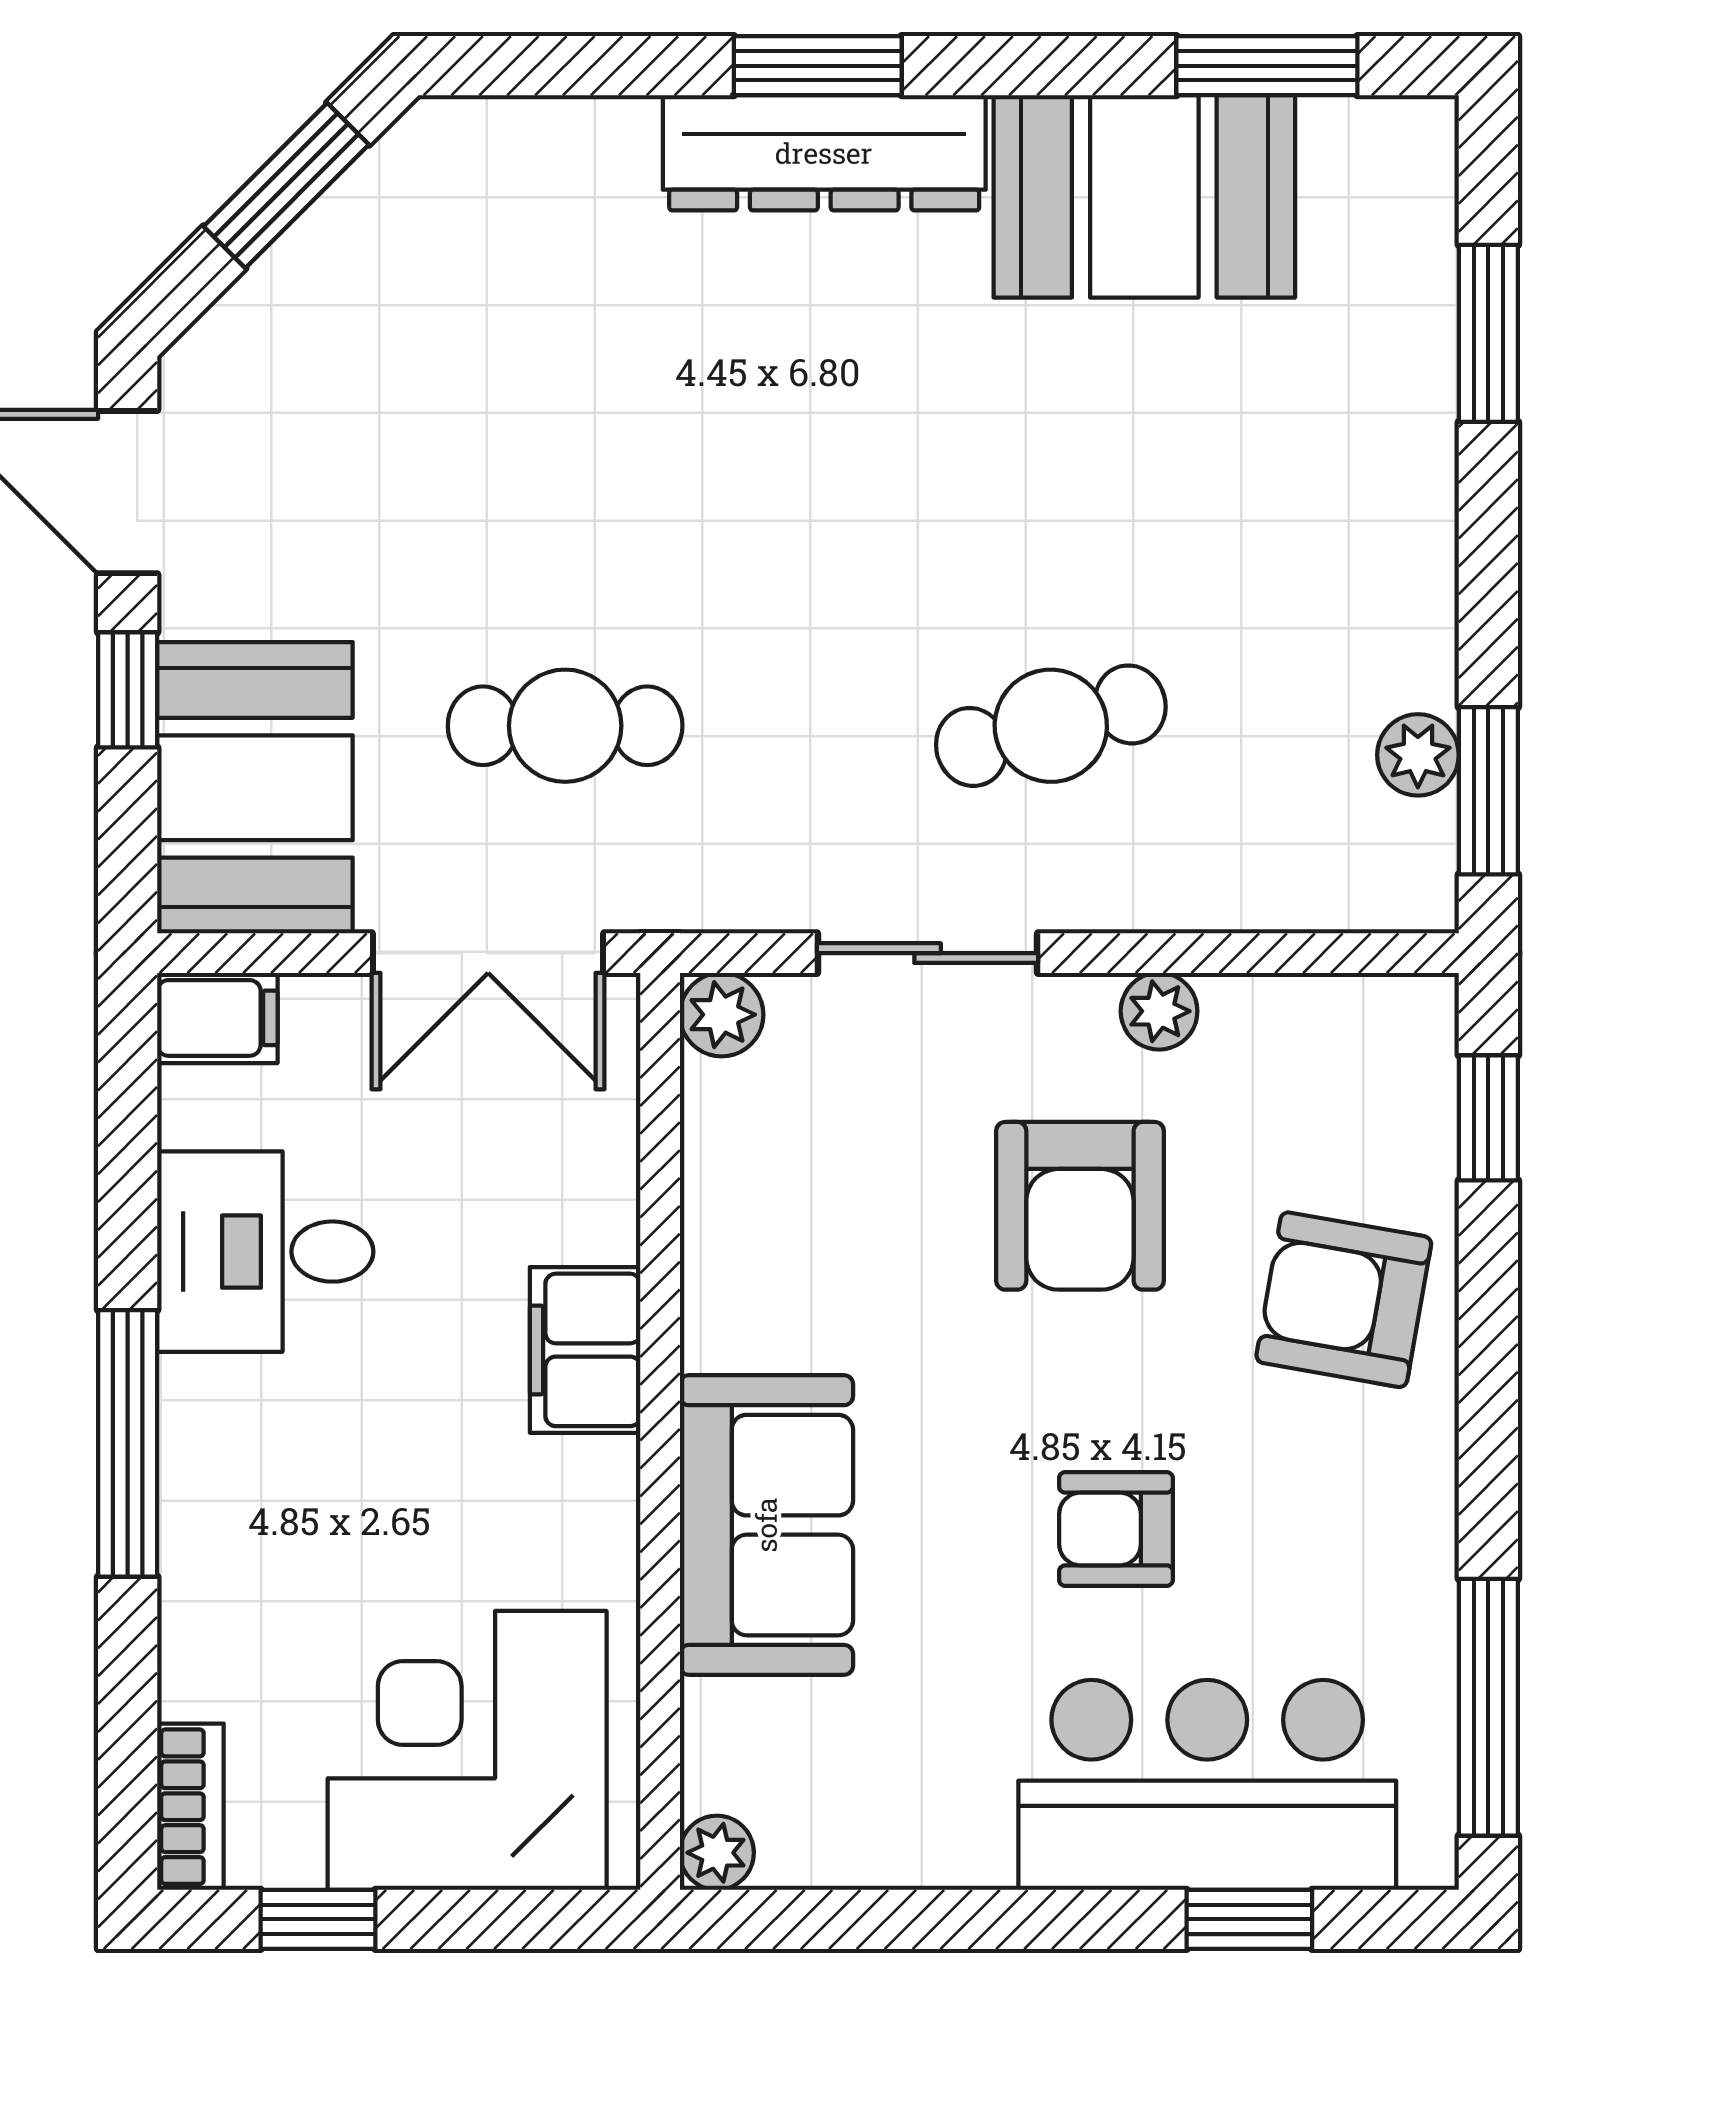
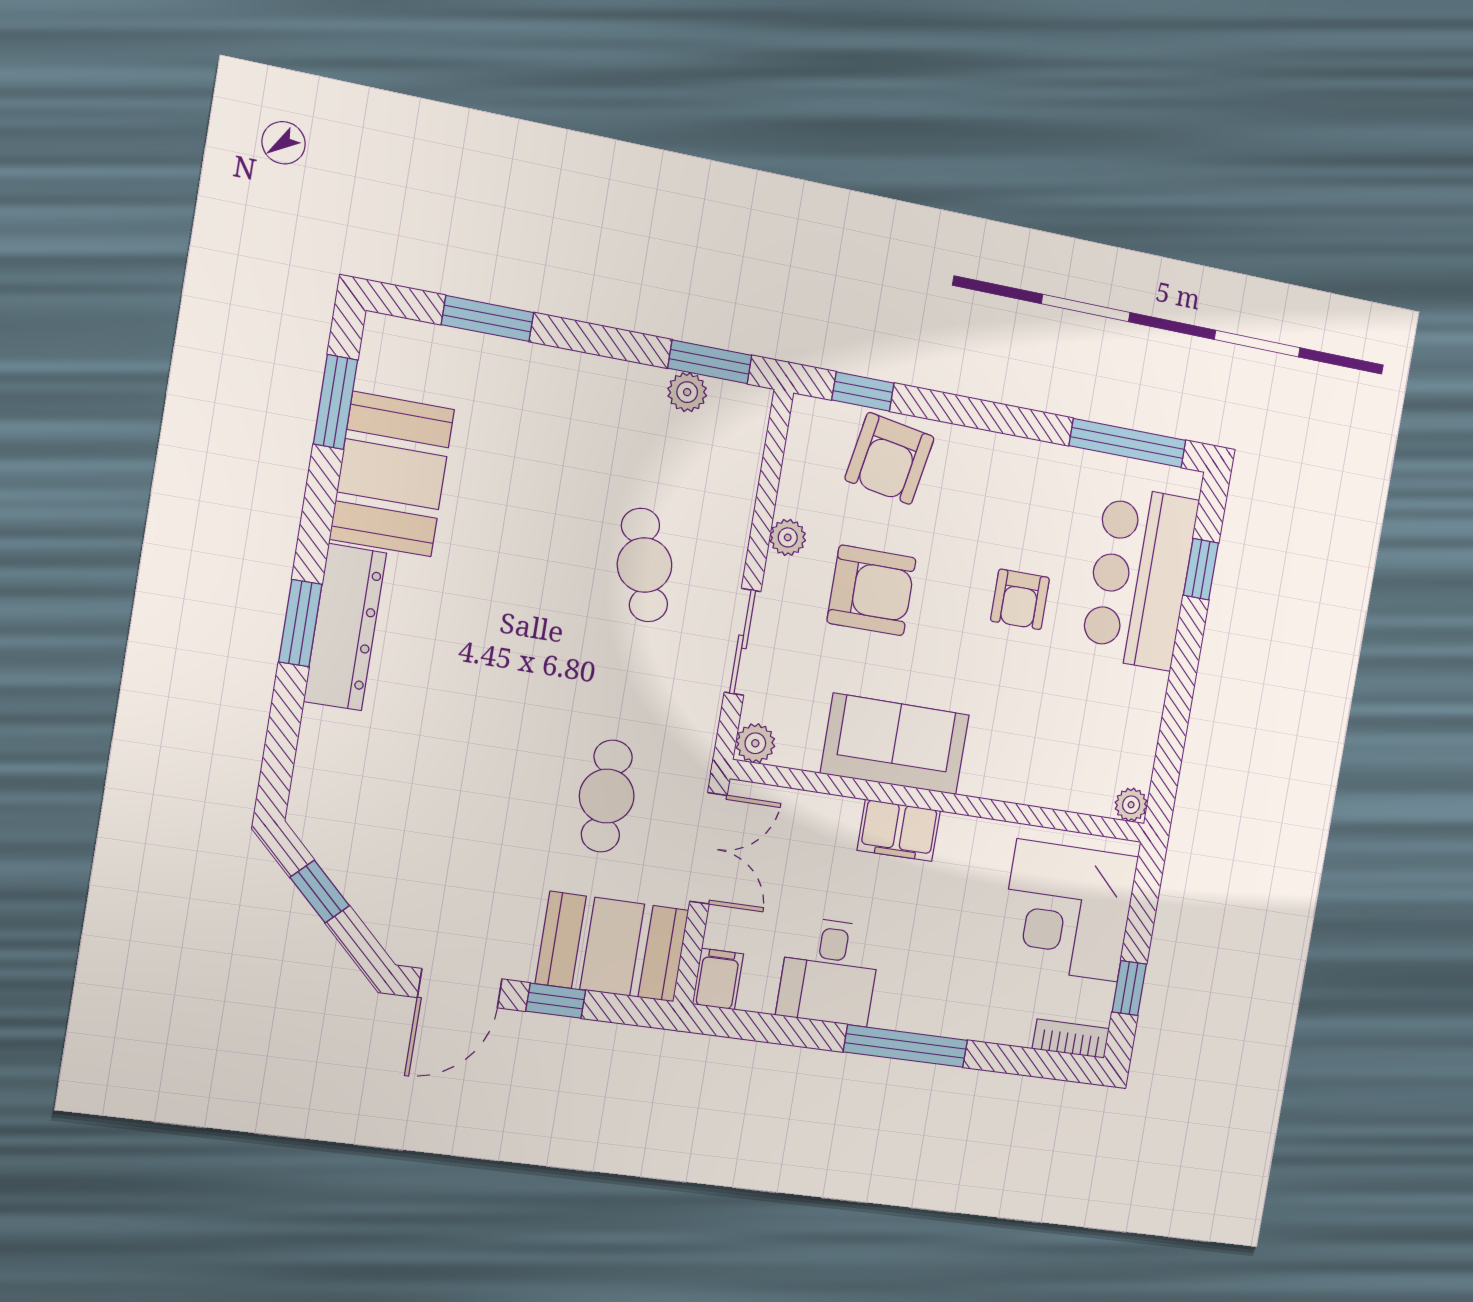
window: (286, 185) -> (320, 892), width x0.67
armchair: (1344, 1300) -> (889, 458), moved
sofa: (766, 1525) -> (895, 744), moved

